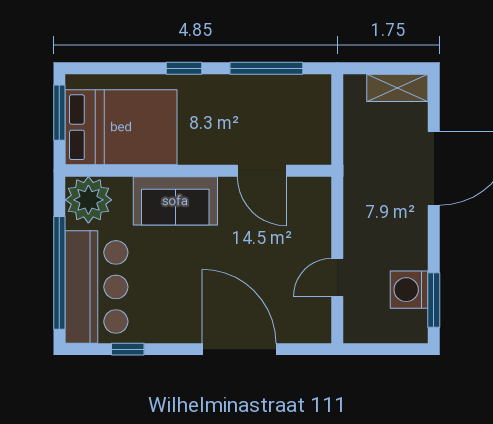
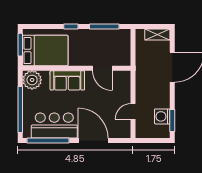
bar counter: (96, 287) -> (54, 125), moved, turned -90
window: (128, 349) -> (48, 141), width x3.17

